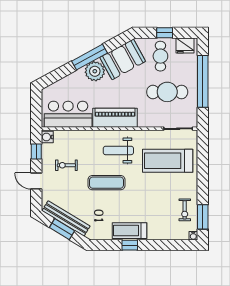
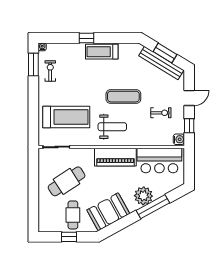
fridge: (185, 45) -> (50, 225), removed
window: (90, 57) -> (153, 207), moved
plant: (95, 71) -> (143, 196), moved
window: (203, 81) -> (33, 191), removed
cafe table: (167, 92) -> (67, 181), turned -33
door: (36, 181) -> (189, 98), hinge flipped
treadmill: (130, 231) -> (102, 52), turned 180
window: (130, 245) -> (86, 38), moved

